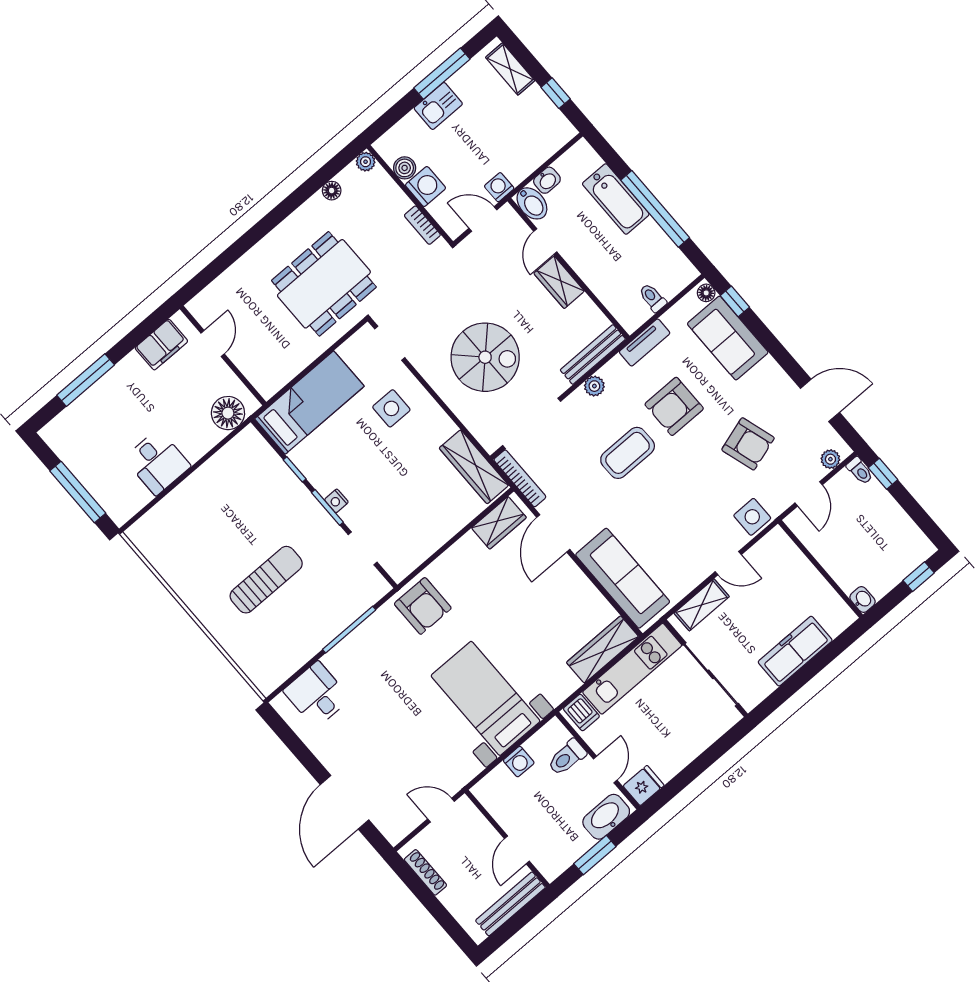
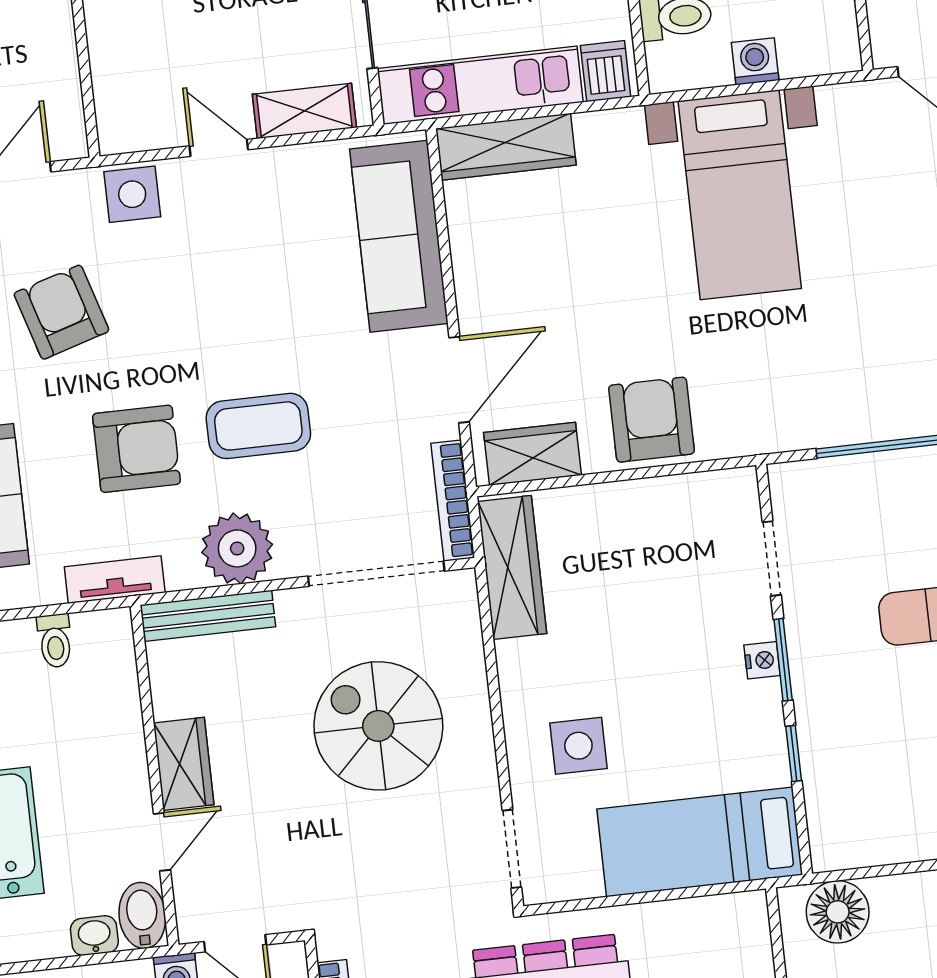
plant: (594, 386) -> (237, 548), width x1.87, depth x1.87
armchair: (423, 606) -> (651, 420), moved

